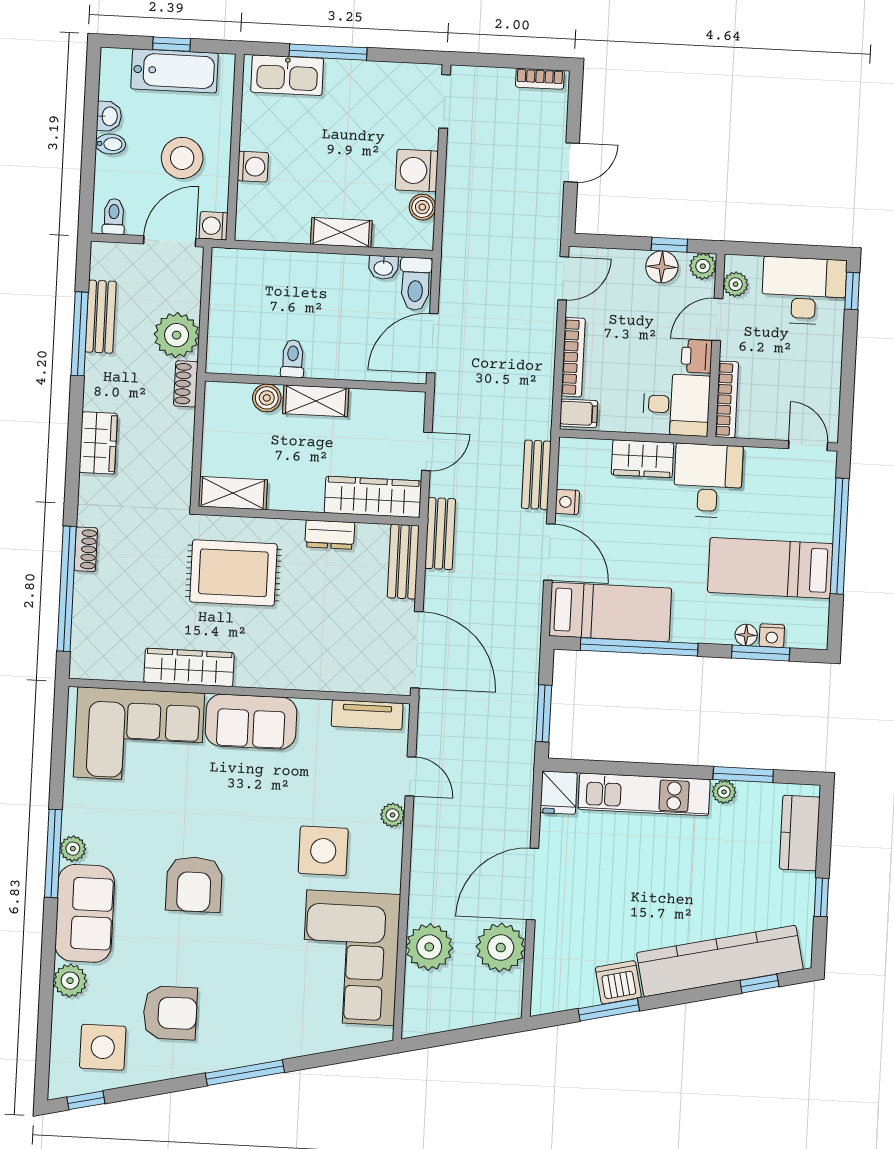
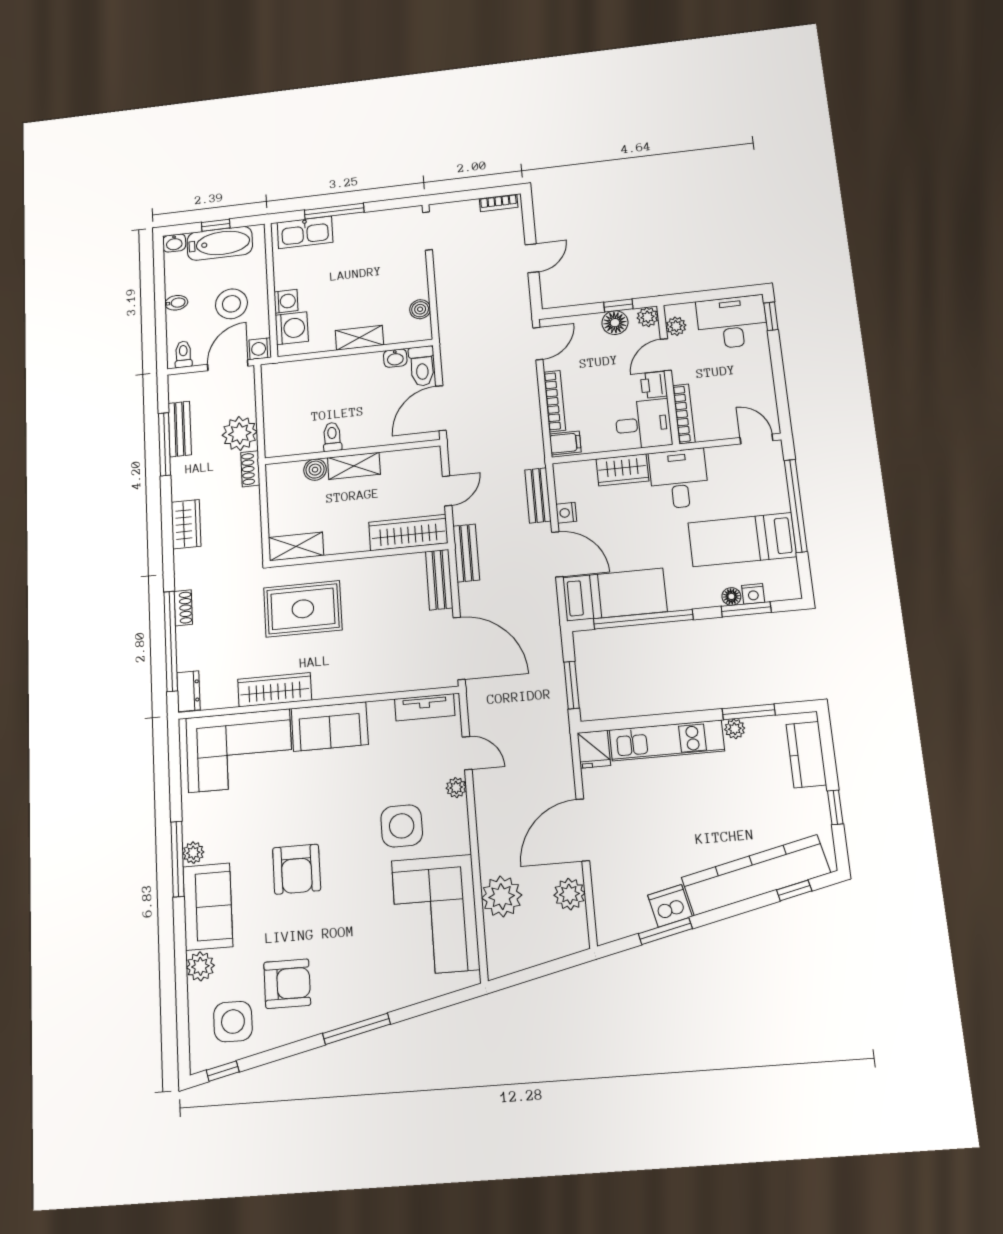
washbasin: (109, 116) -> (174, 243), moved, turned 90
washing machine: (417, 171) -> (292, 328), moved, turned 180
dresser: (330, 535) -> (188, 691), moved, turned -90
plant: (501, 948) -> (569, 894), width x0.73, depth x0.73

